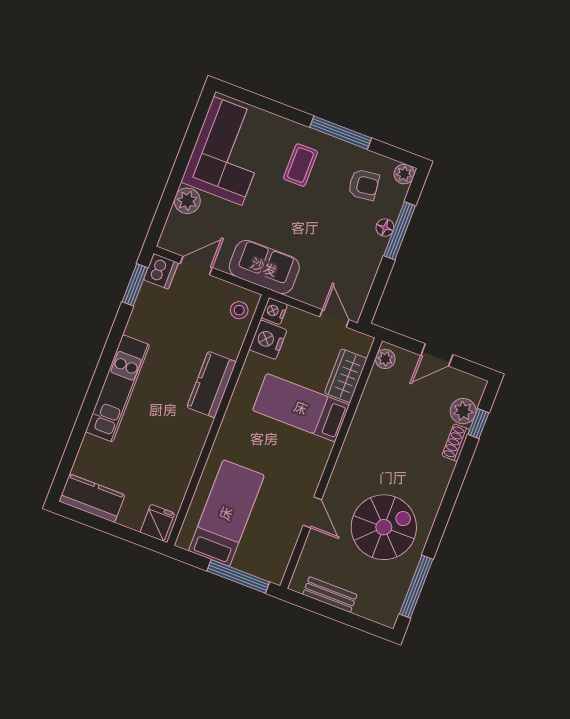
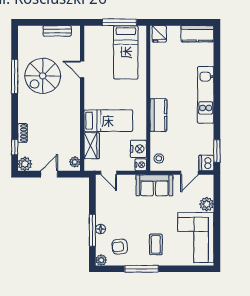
plant: (463, 411) -> (25, 164), moved
window: (238, 576) -> (119, 22), moved
window: (416, 587) -> (15, 76), moved

